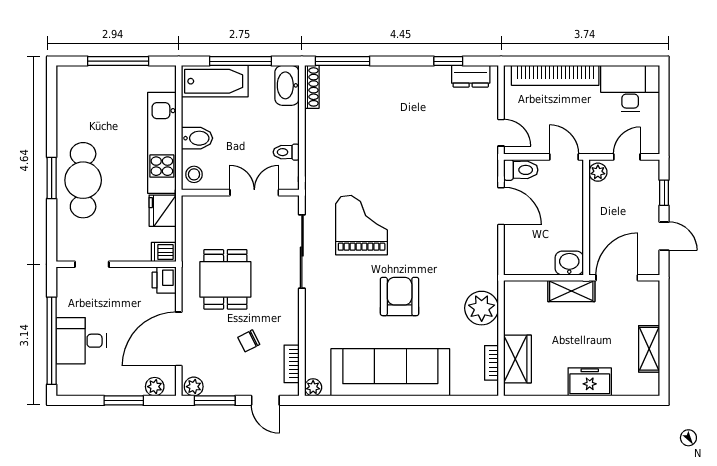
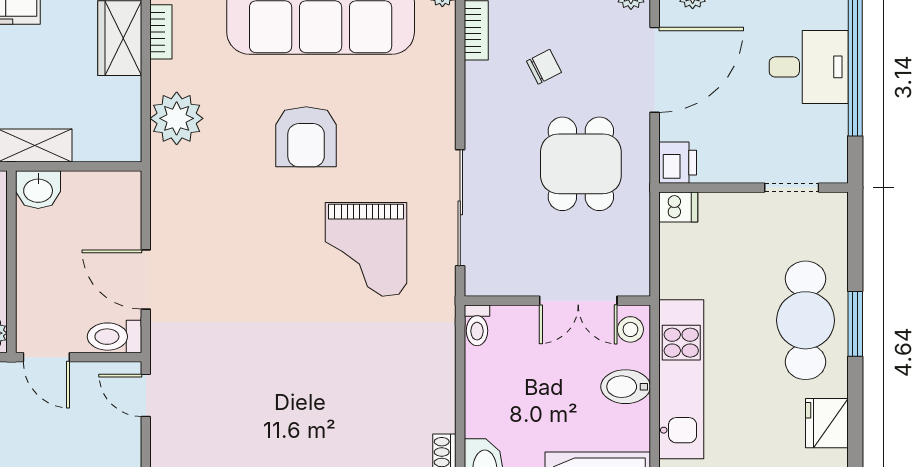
toilet: (286, 152) -> (477, 325), moved, turned 90
double door: (254, 193) -> (578, 301), moved
fridge: (163, 211) -> (827, 423), moved, turned 180

